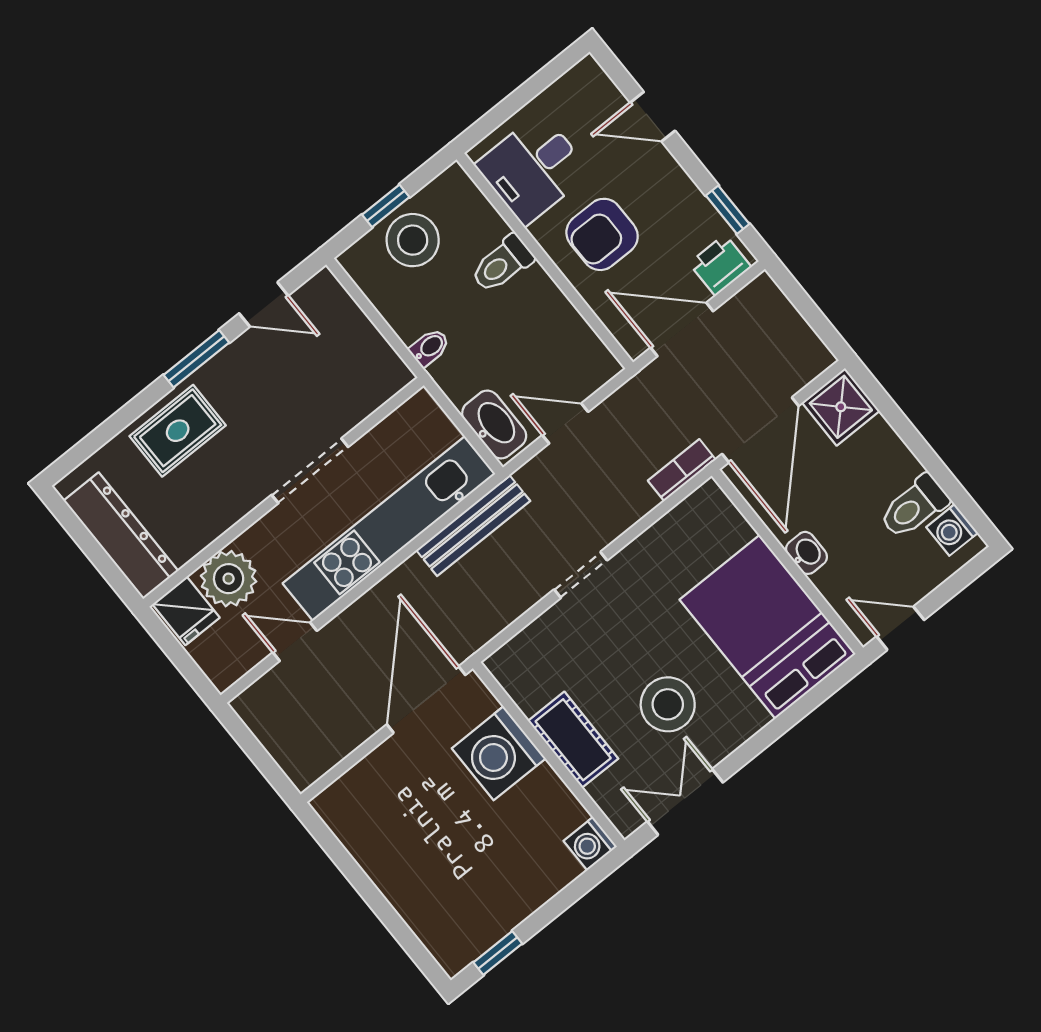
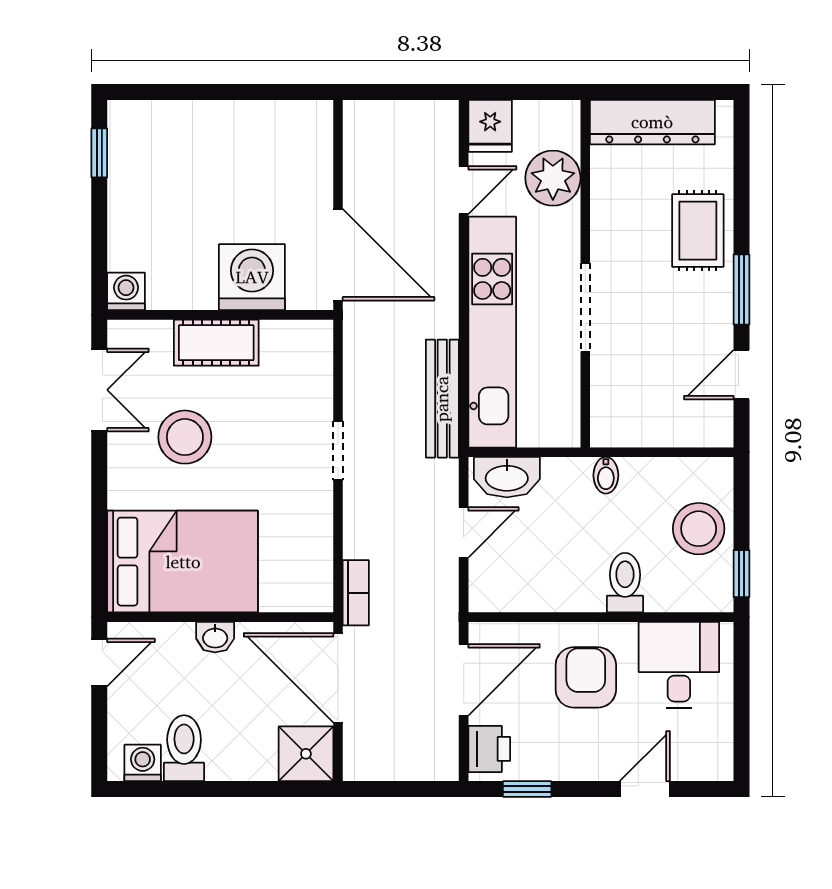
window: (386, 206) -> (741, 574), moved
fridge: (186, 611) -> (490, 126), moved, turned -90

